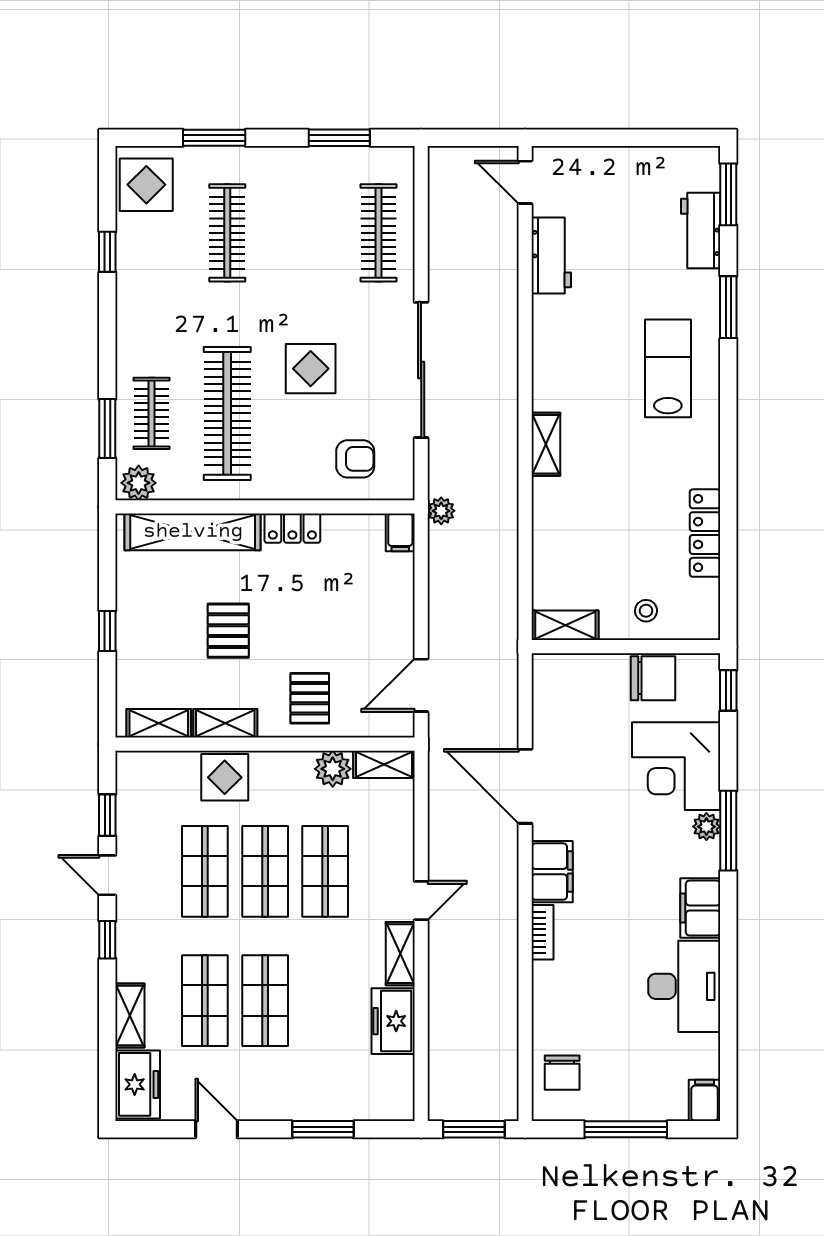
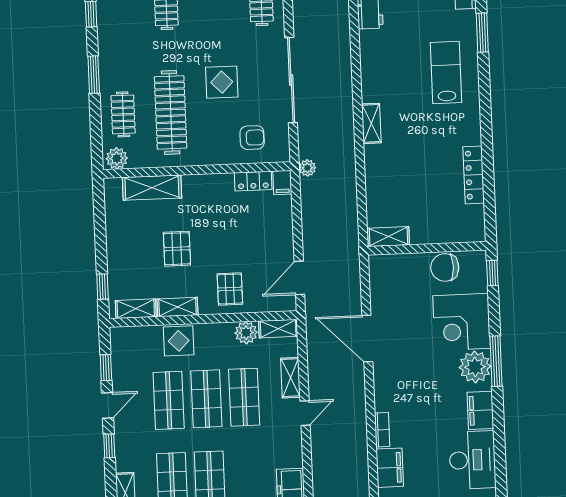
window: (107, 429) -> (94, 75), moved
locker: (292, 528) -> (253, 181), moved
shelving: (193, 532) -> (152, 188), width x0.68
stool: (646, 611) -> (439, 225), removed
window: (107, 631) -> (103, 287), moved
chair: (653, 678) -> (445, 267), turned 180
plant: (706, 827) -> (475, 367), width x1.88, depth x1.88
filing cabinet: (552, 872) -> (390, 468), moved
door: (107, 875) -> (108, 405), swing flipped
shelving: (400, 954) -> (291, 378), moved

